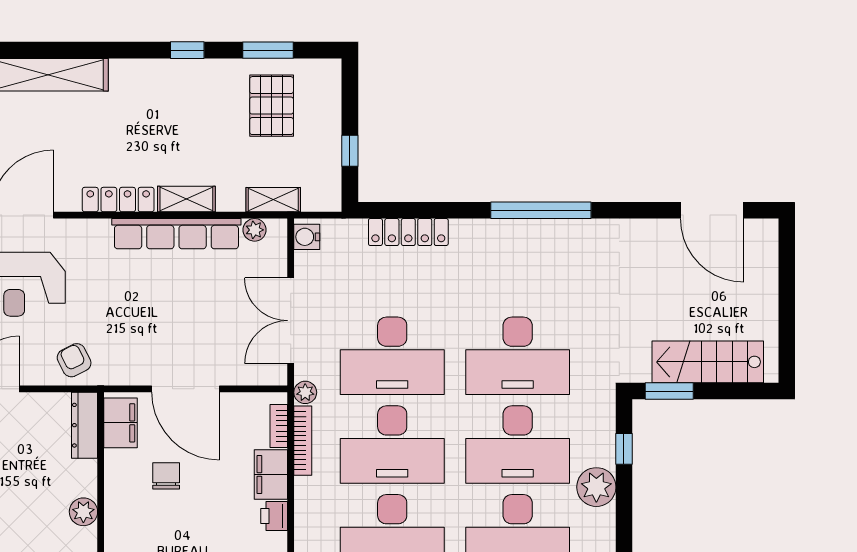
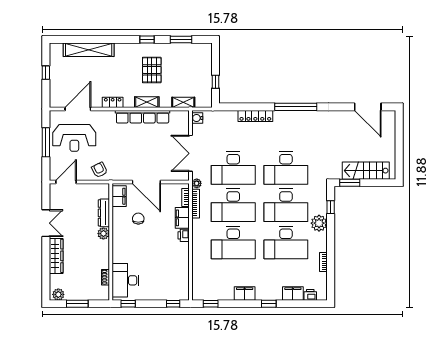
pallet: (272, 106) -> (152, 70), moved
locker: (118, 200) -> (113, 102), width x0.66
plant: (255, 230) -> (175, 115), removed
locker: (408, 232) -> (255, 116), moved
dresser: (84, 425) -> (104, 213), moved

